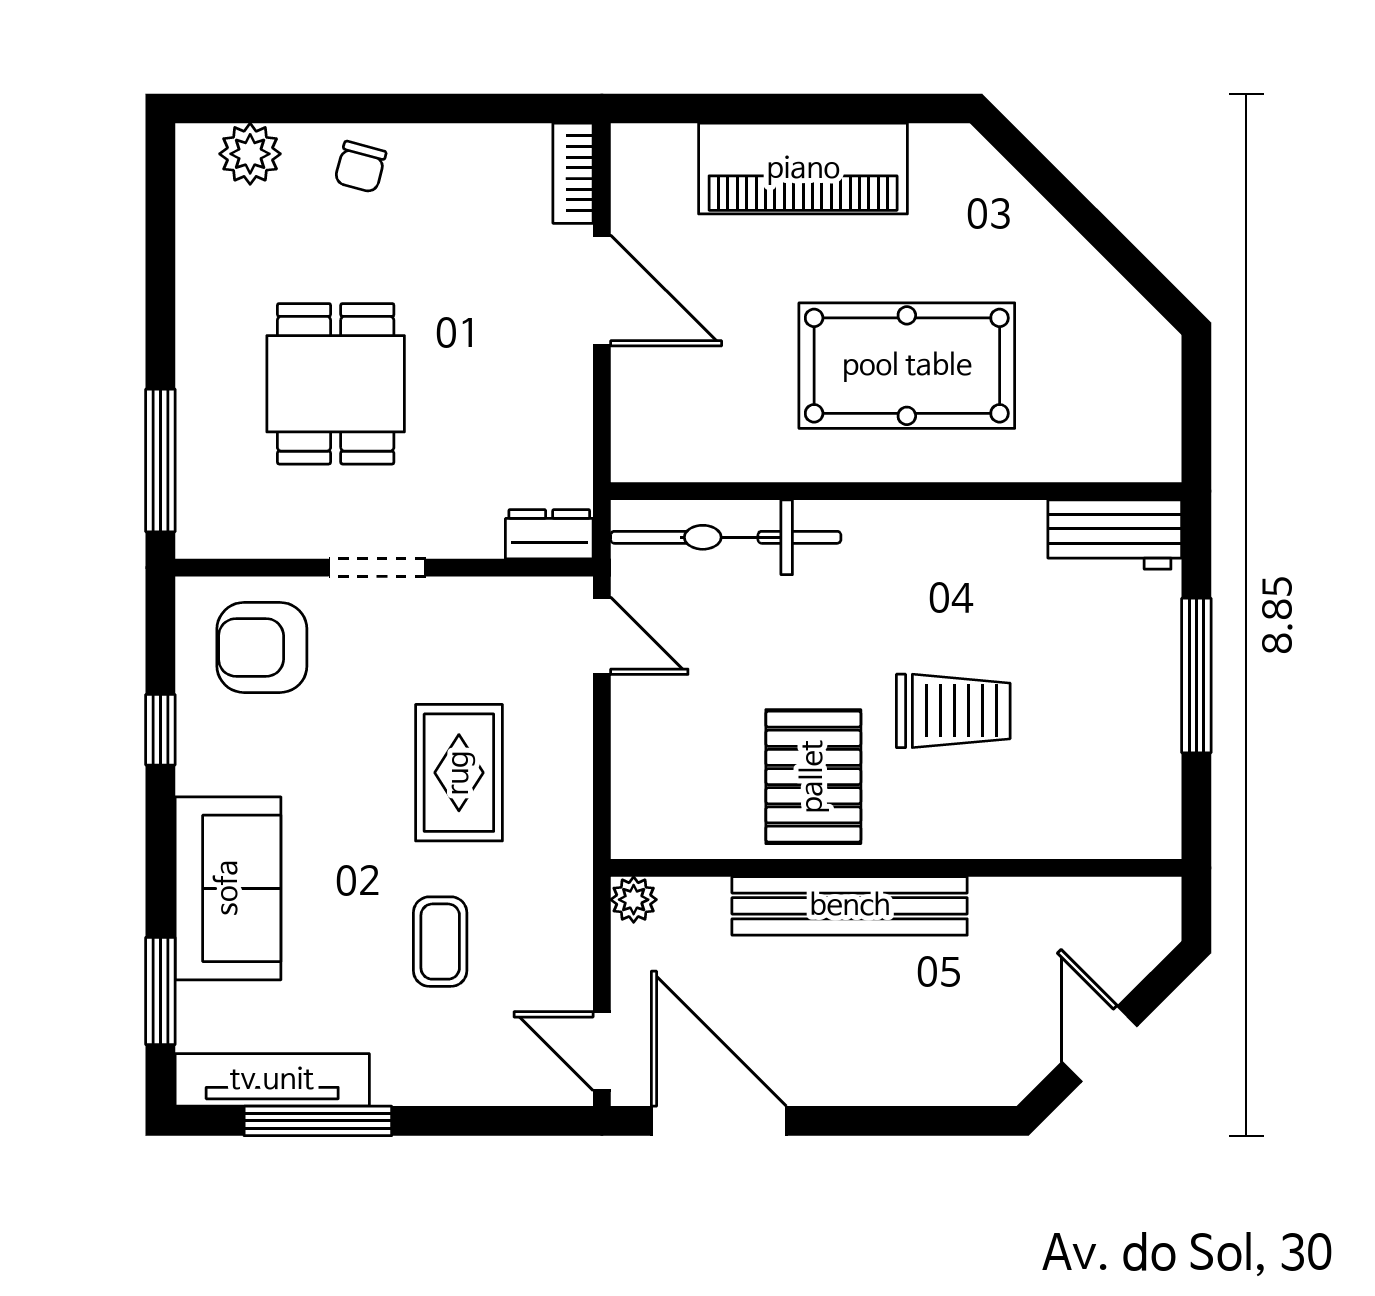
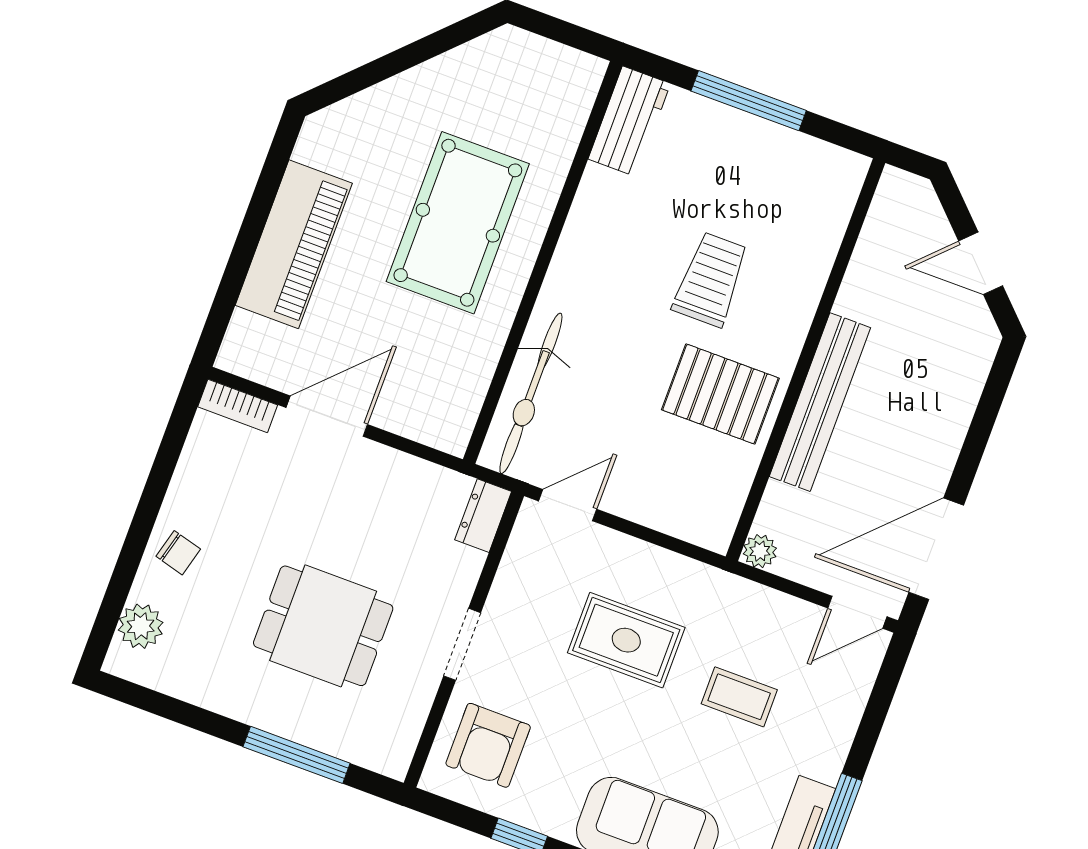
window: (160, 460) -> (297, 755), moved

